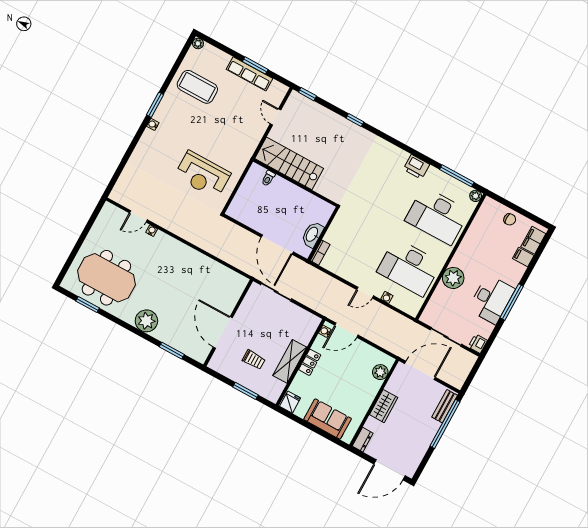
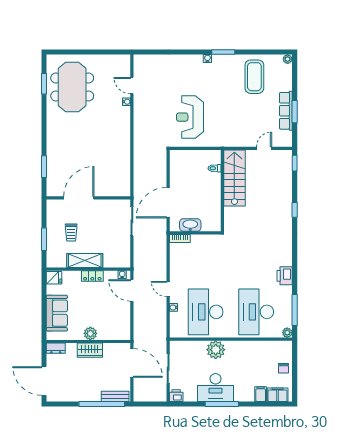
plant: (146, 321) -> (56, 135), removed
plant: (380, 372) -> (90, 333), moved

